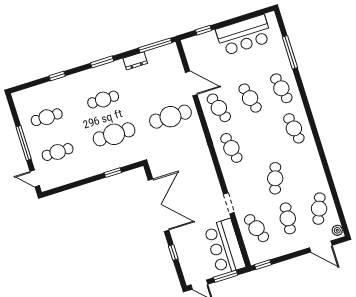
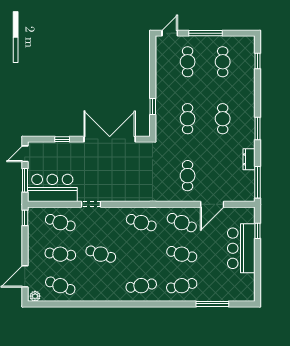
bar counter: (244, 35) -> (241, 248), moved
window: (57, 76) -> (257, 61), moved
cafe table: (250, 98) -> (182, 254), turned 30
cafe table: (219, 108) -> (182, 223), turned 42
cafe table: (170, 117) -> (188, 176), width x0.73, depth x0.74
cafe table: (114, 134) -> (188, 119), width x0.73, depth x0.74
cafe table: (231, 148) -> (141, 223), turned 30
double door: (158, 205) -> (110, 139), swing flipped
cafe table: (257, 228) -> (60, 223), turned 39

